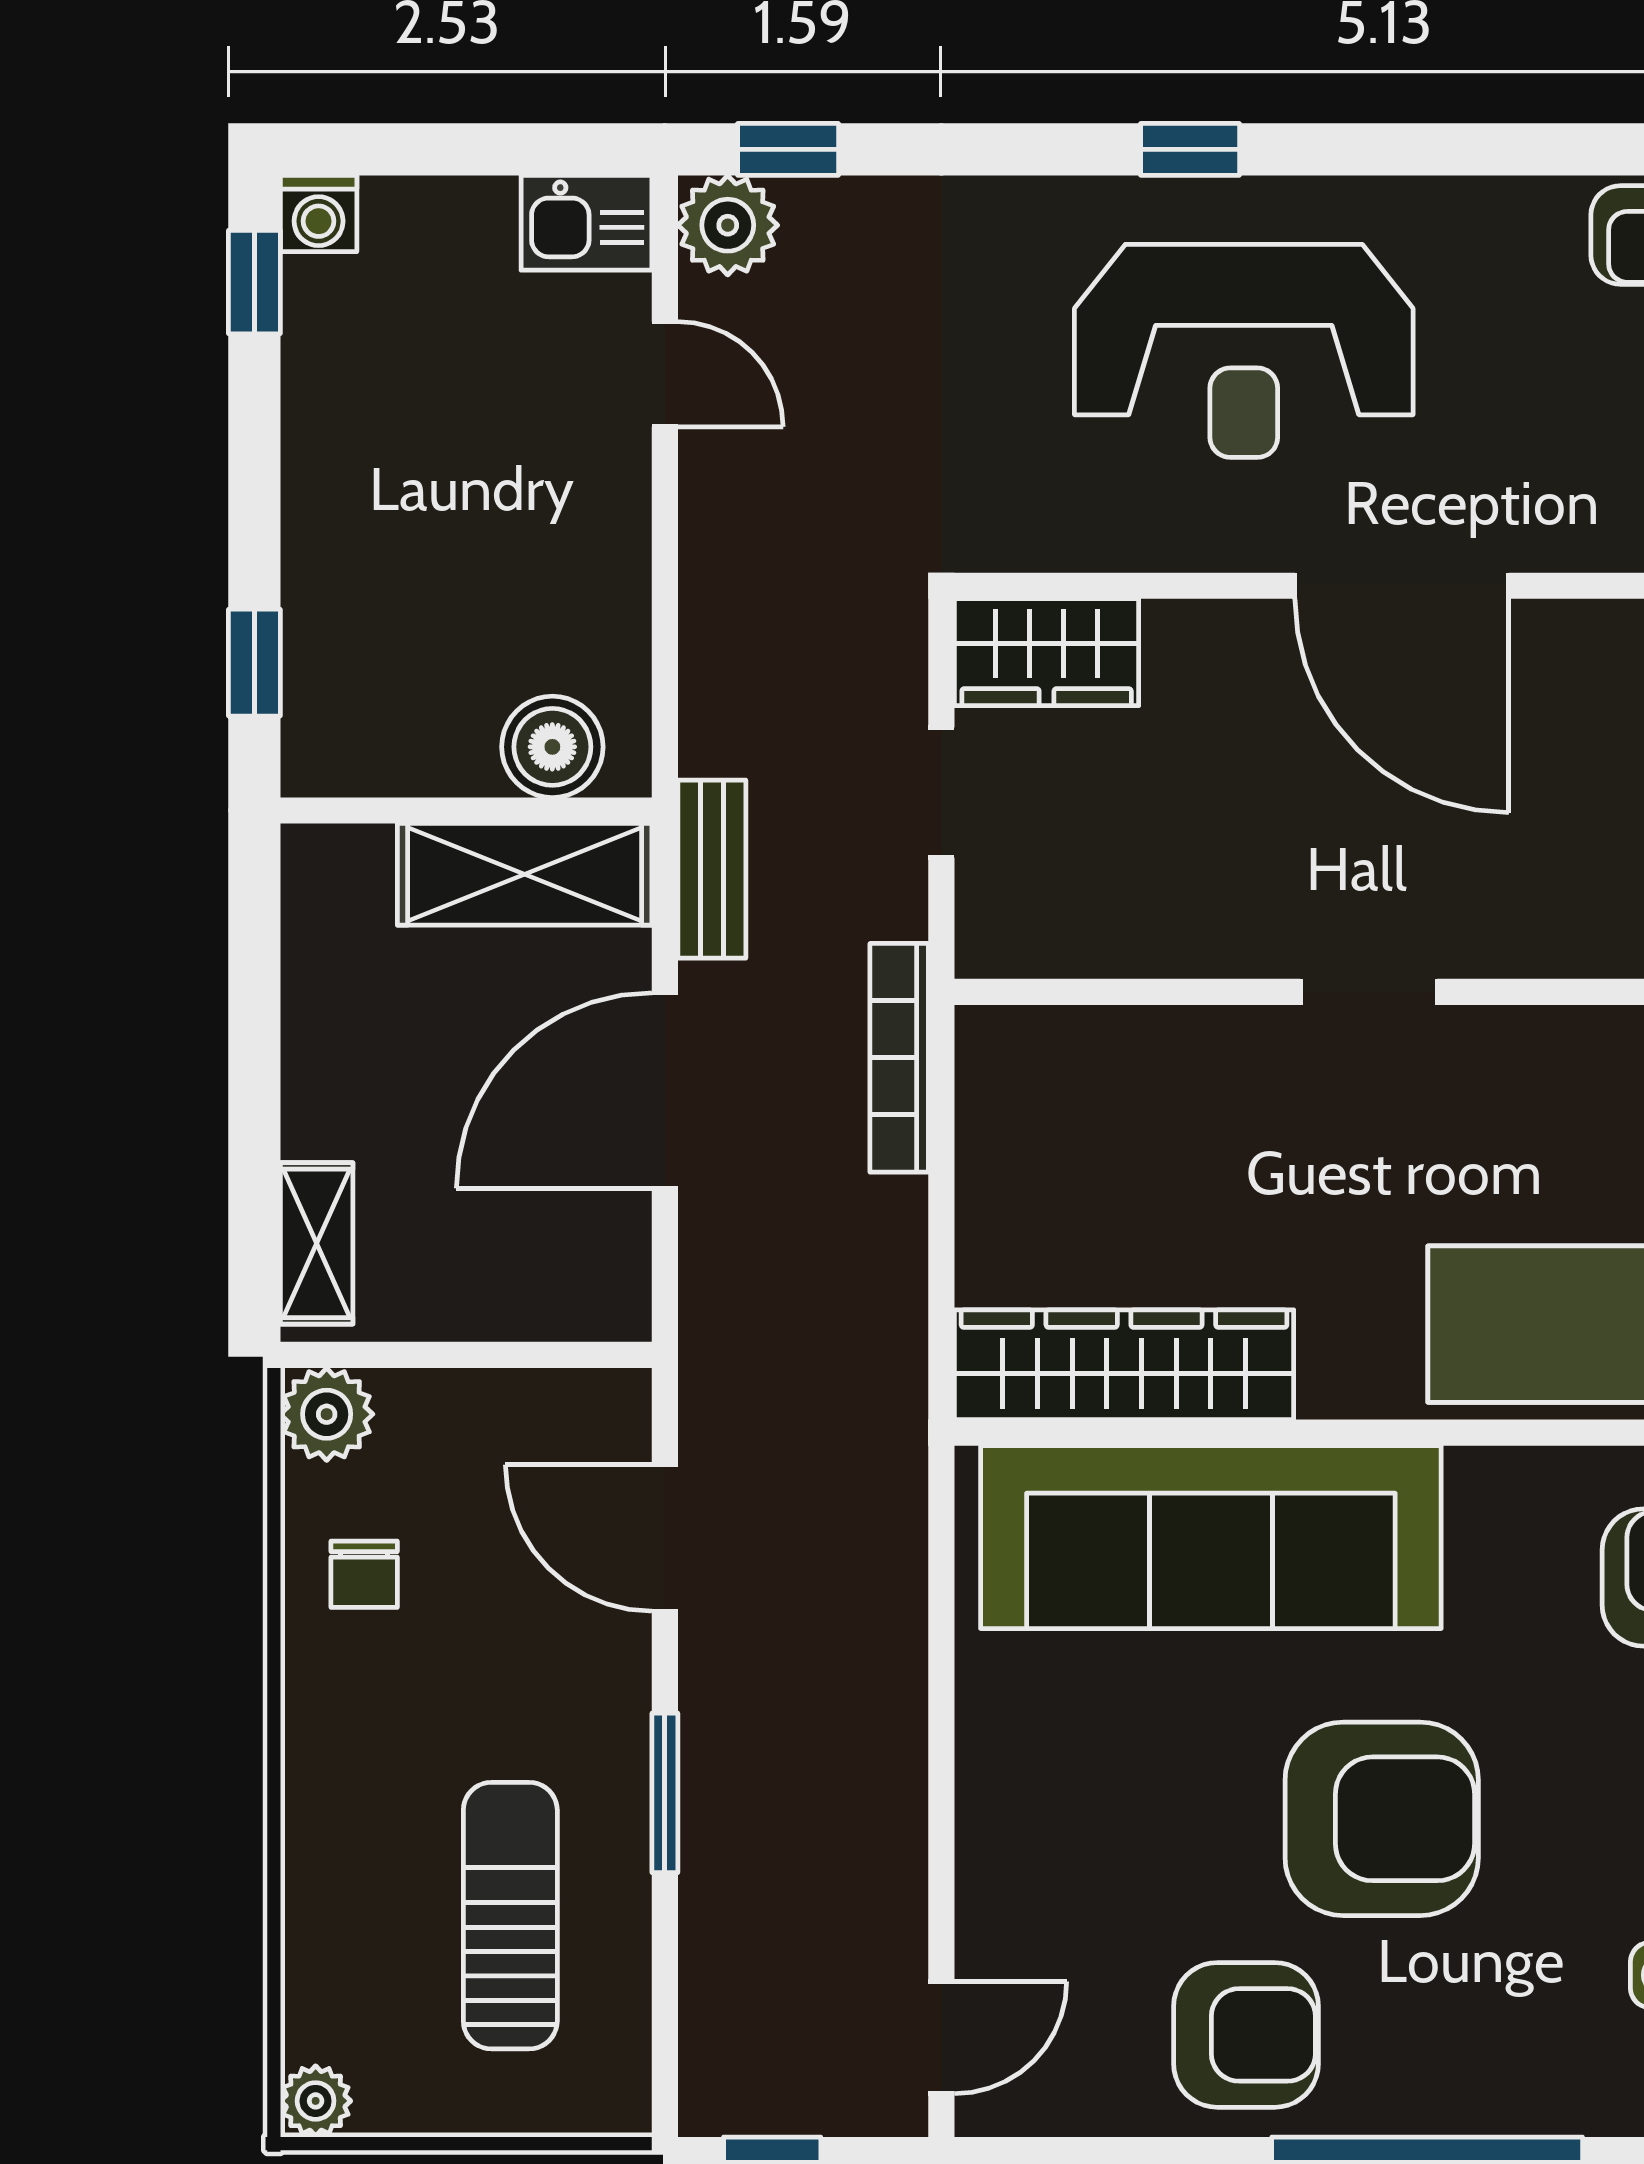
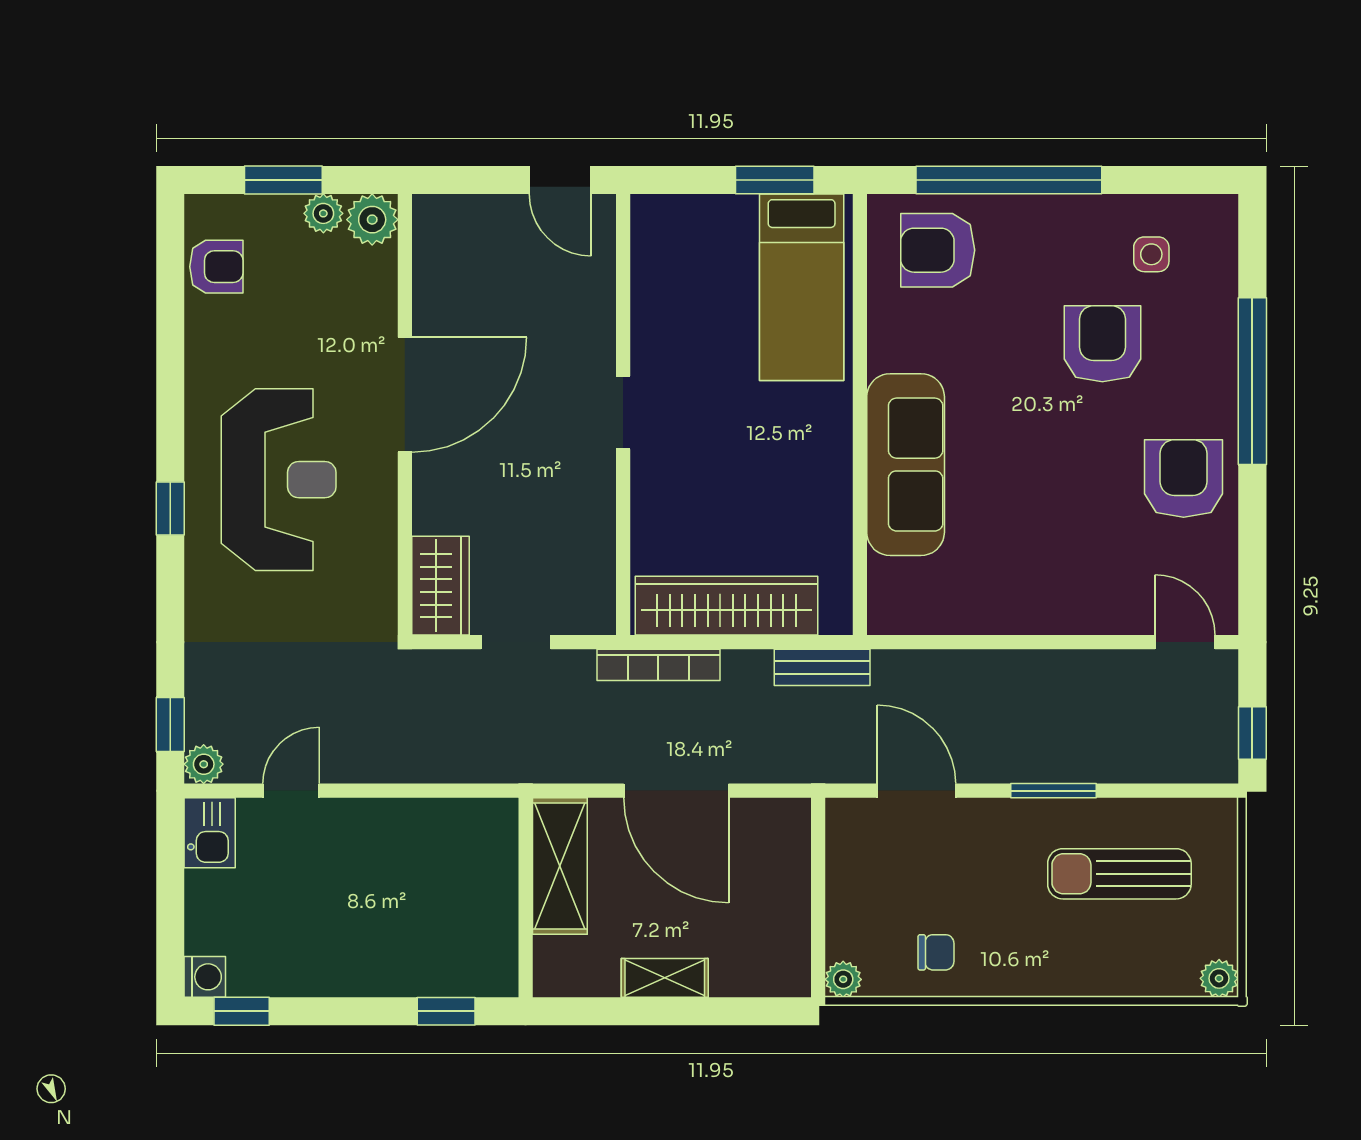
plant: (728, 225) -> (204, 764), width x0.73, depth x0.73
boiler: (552, 747) -> (491, 851), removed
bench: (712, 869) -> (822, 667), moved
shelving: (317, 1243) -> (665, 978), moved
wardrobe: (1124, 1365) -> (727, 606), moved, turned 90
plant: (327, 1414) -> (843, 979), width x0.73, depth x0.73
sofa: (1211, 1537) -> (906, 465), width x0.74, depth x0.79
door: (665, 1538) -> (916, 791), swing flipped
armchair: (1382, 1819) -> (1102, 344), moved, width x0.73, depth x0.73

